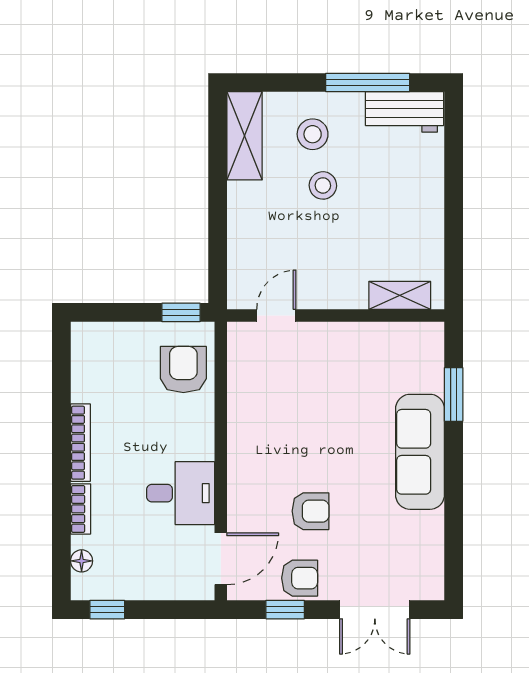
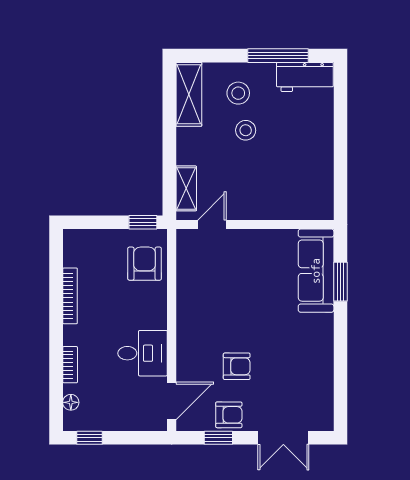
shelving: (400, 295) -> (186, 188), moved, turned 90
bookcase: (80, 443) -> (70, 296), moved
sofa: (420, 452) -> (316, 271), moved

